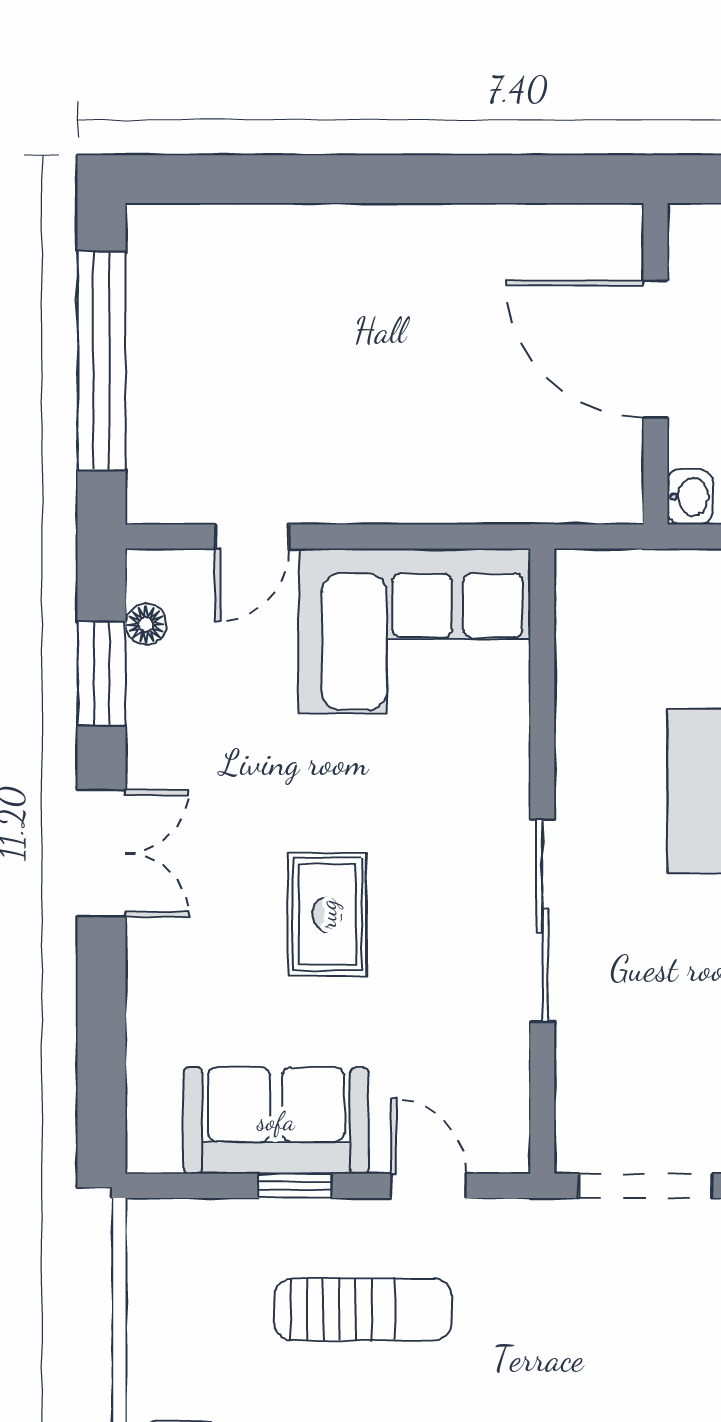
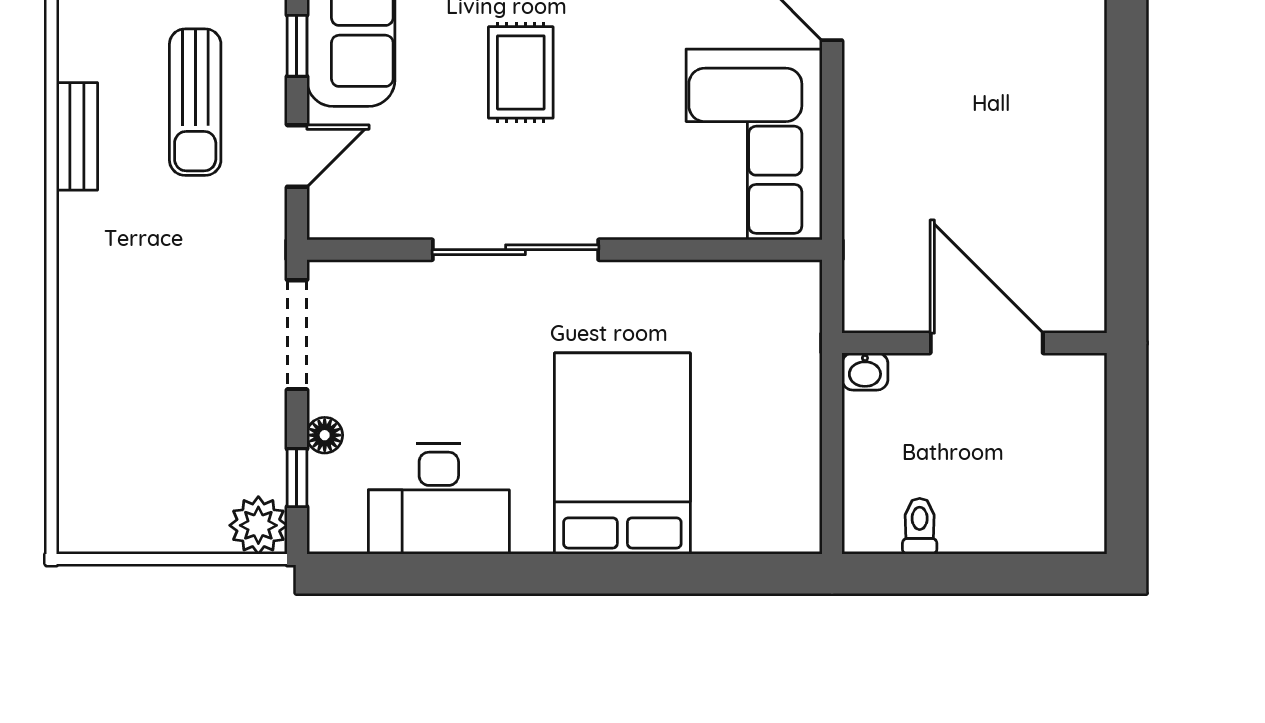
door: (655, 349) -> (987, 343), hinge flipped
rug: (327, 914) -> (521, 72), turned 90

